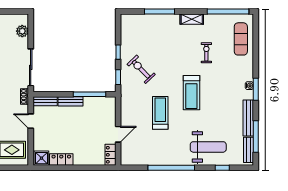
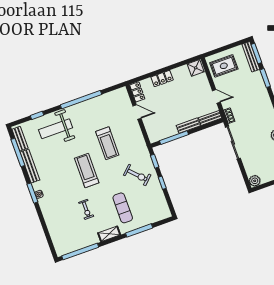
plant: (22, 31) -> (255, 181), moved
exercise mat: (241, 39) -> (123, 208), moved
door: (118, 134) -> (137, 112), swing flipped
locker: (61, 159) -> (162, 78), moved

